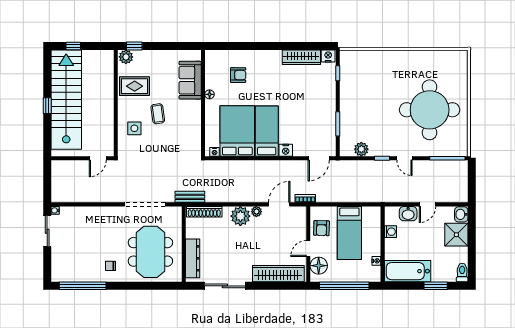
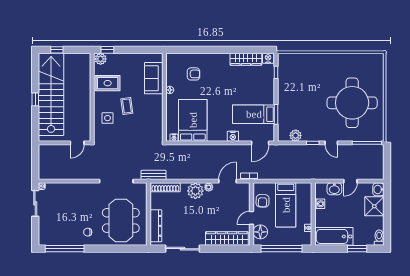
bed: (267, 131) -> (254, 114), moved, turned -90

